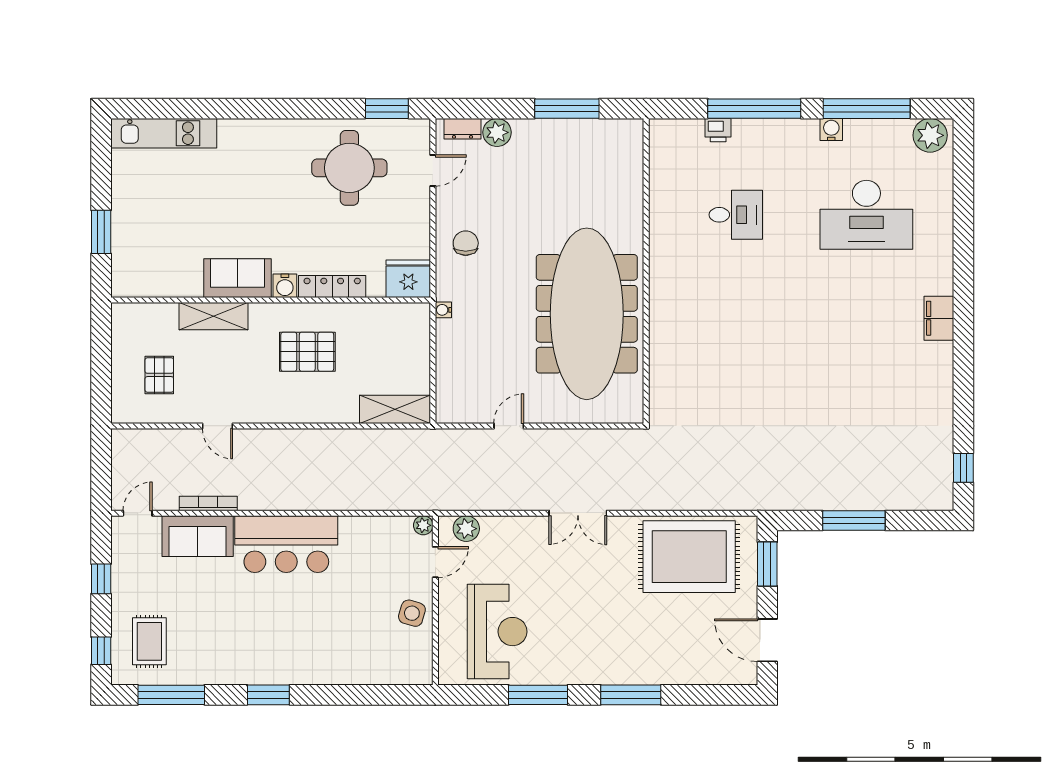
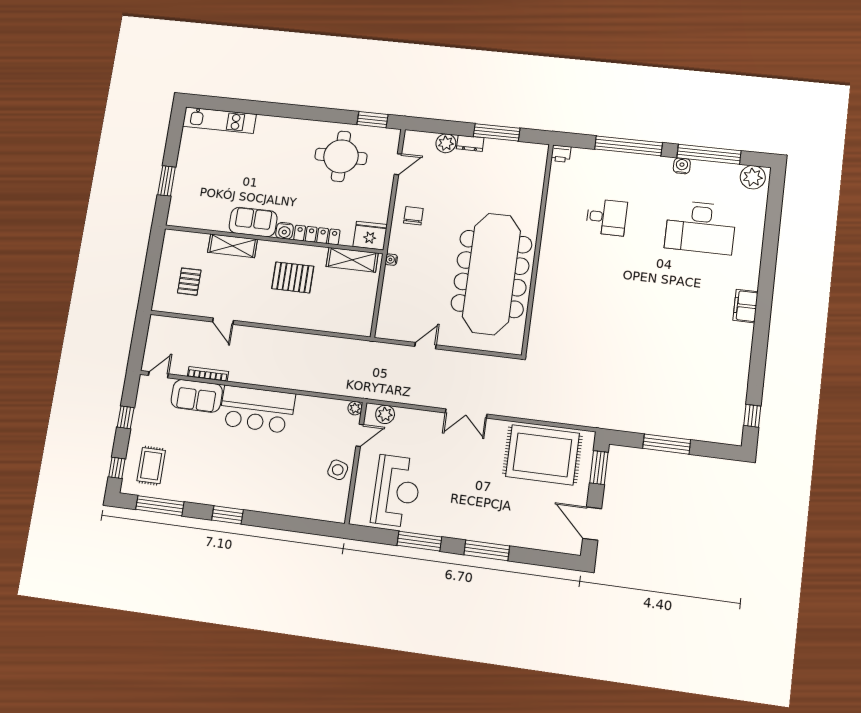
dresser: (463, 129) -> (470, 143), moved
printer: (718, 130) -> (561, 154), moved
shelving: (395, 409) -> (352, 260), moved

